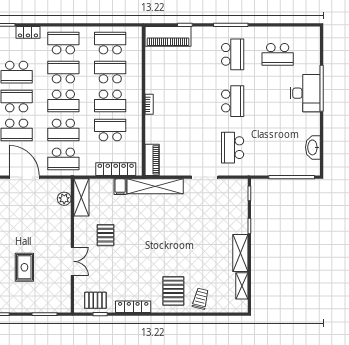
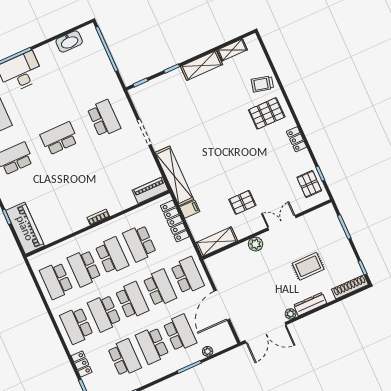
school desk: (233, 148) -> (104, 118), turned -90
plant: (64, 199) -> (256, 244), moved
locker: (133, 307) -> (296, 139), width x0.66

